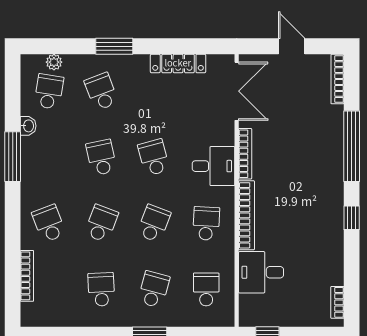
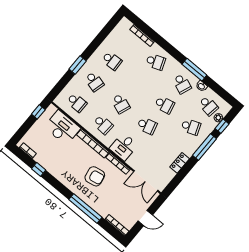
window: (62, 46) -> (222, 126), added
window: (114, 46) -> (205, 147), width x1.44
locker: (178, 63) -> (180, 163), width x0.66
armchair: (293, 172) -> (95, 176), added
window: (352, 218) -> (39, 169), moved
school desk: (101, 223) -> (182, 84), moved
desk: (261, 272) -> (62, 128), width x1.37

